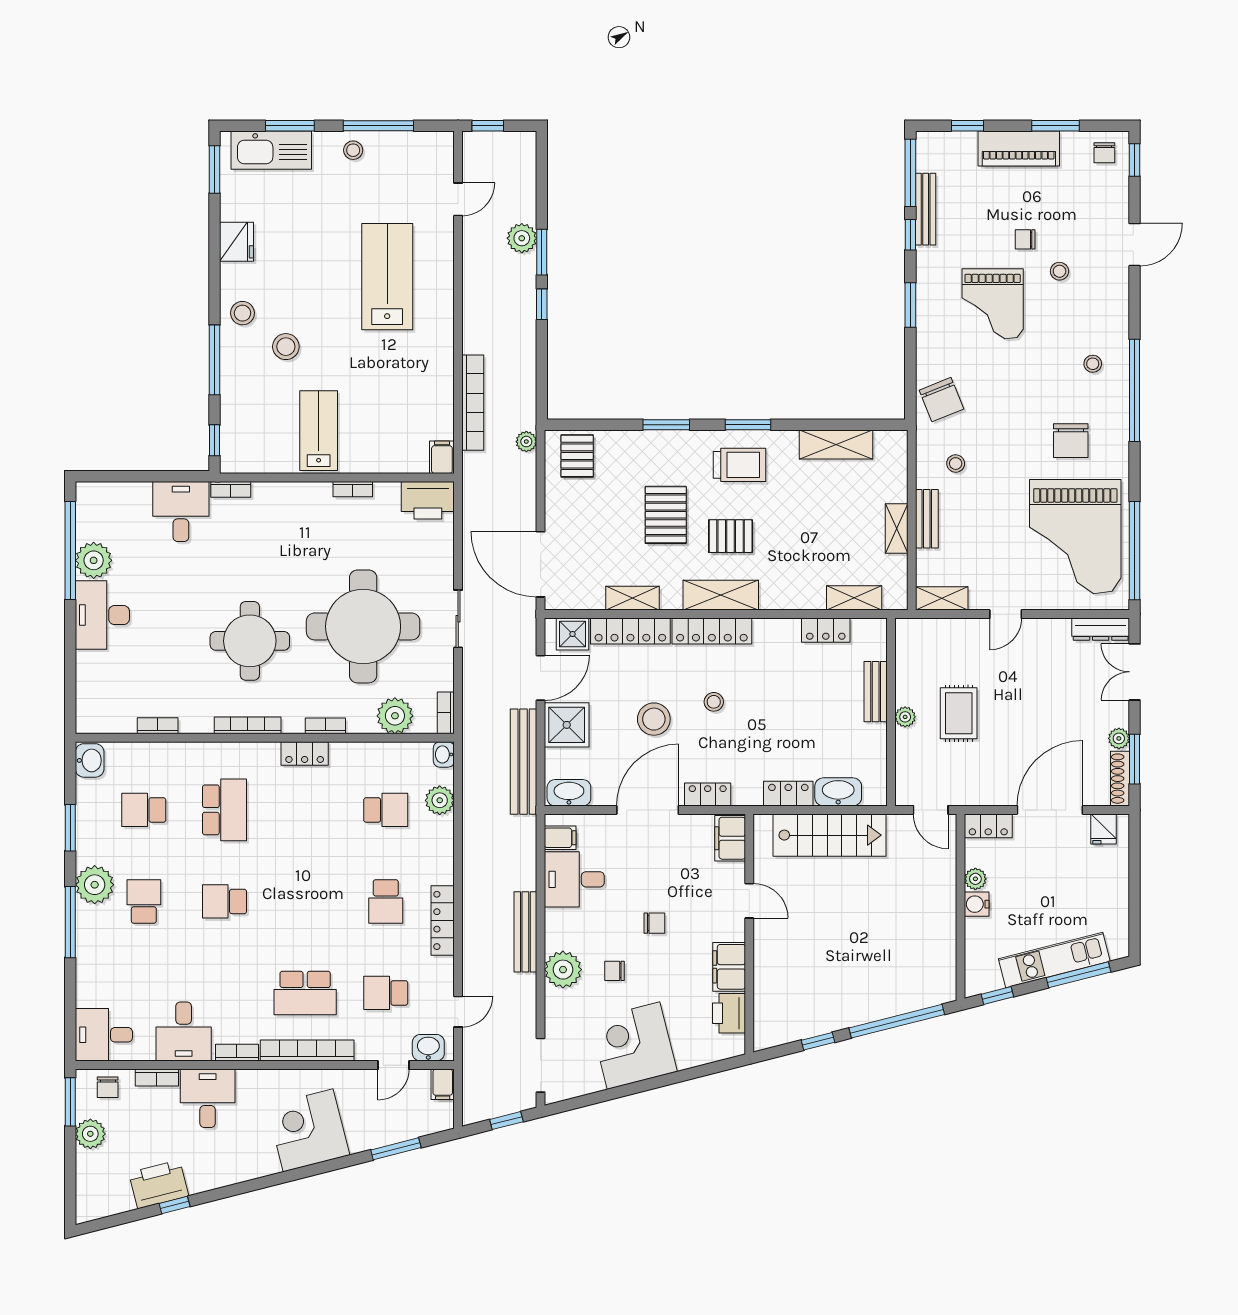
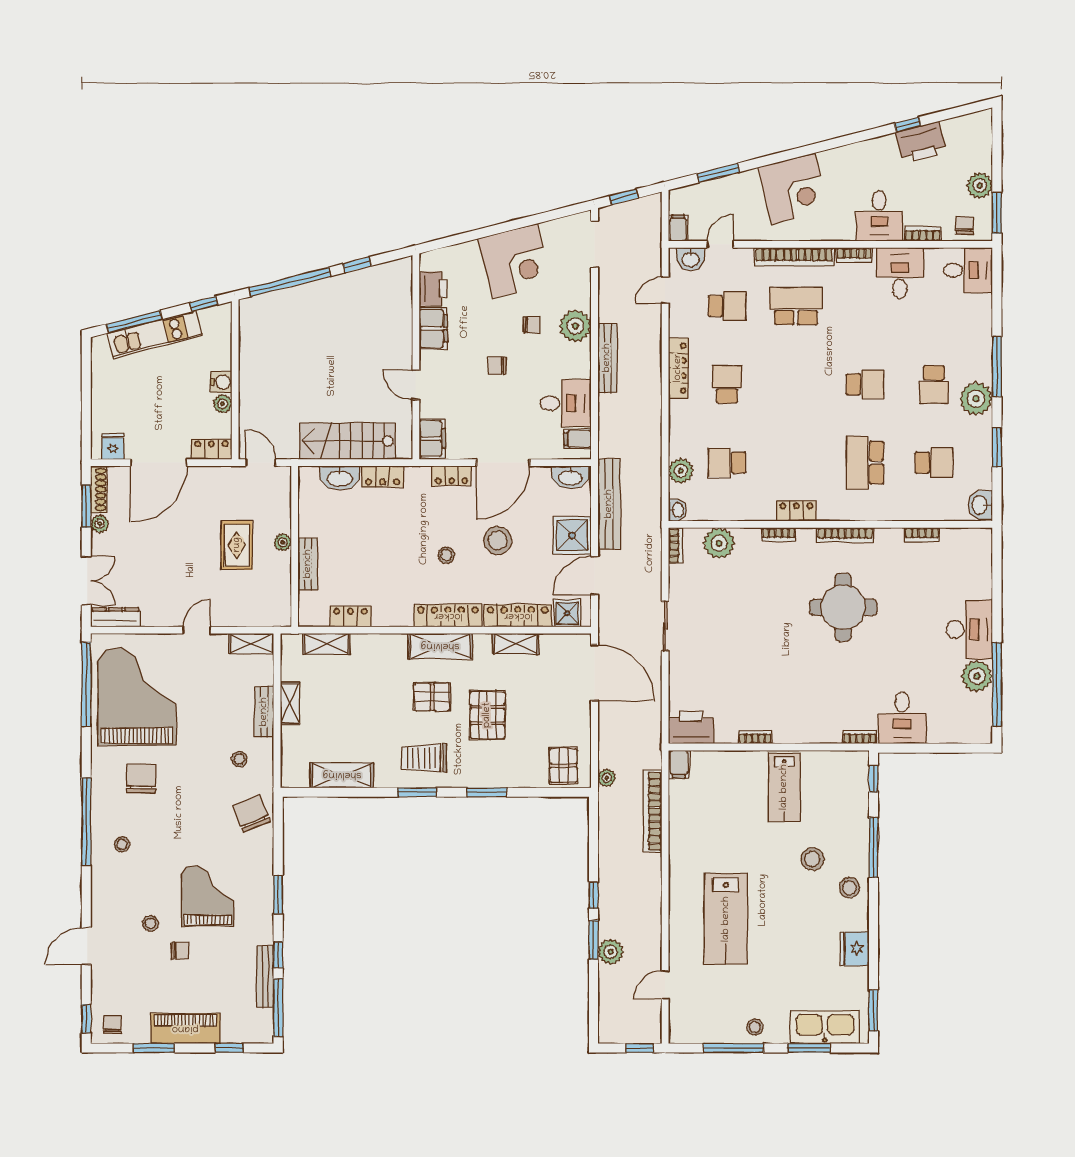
round table: (363, 626) -> (746, 620), removed

